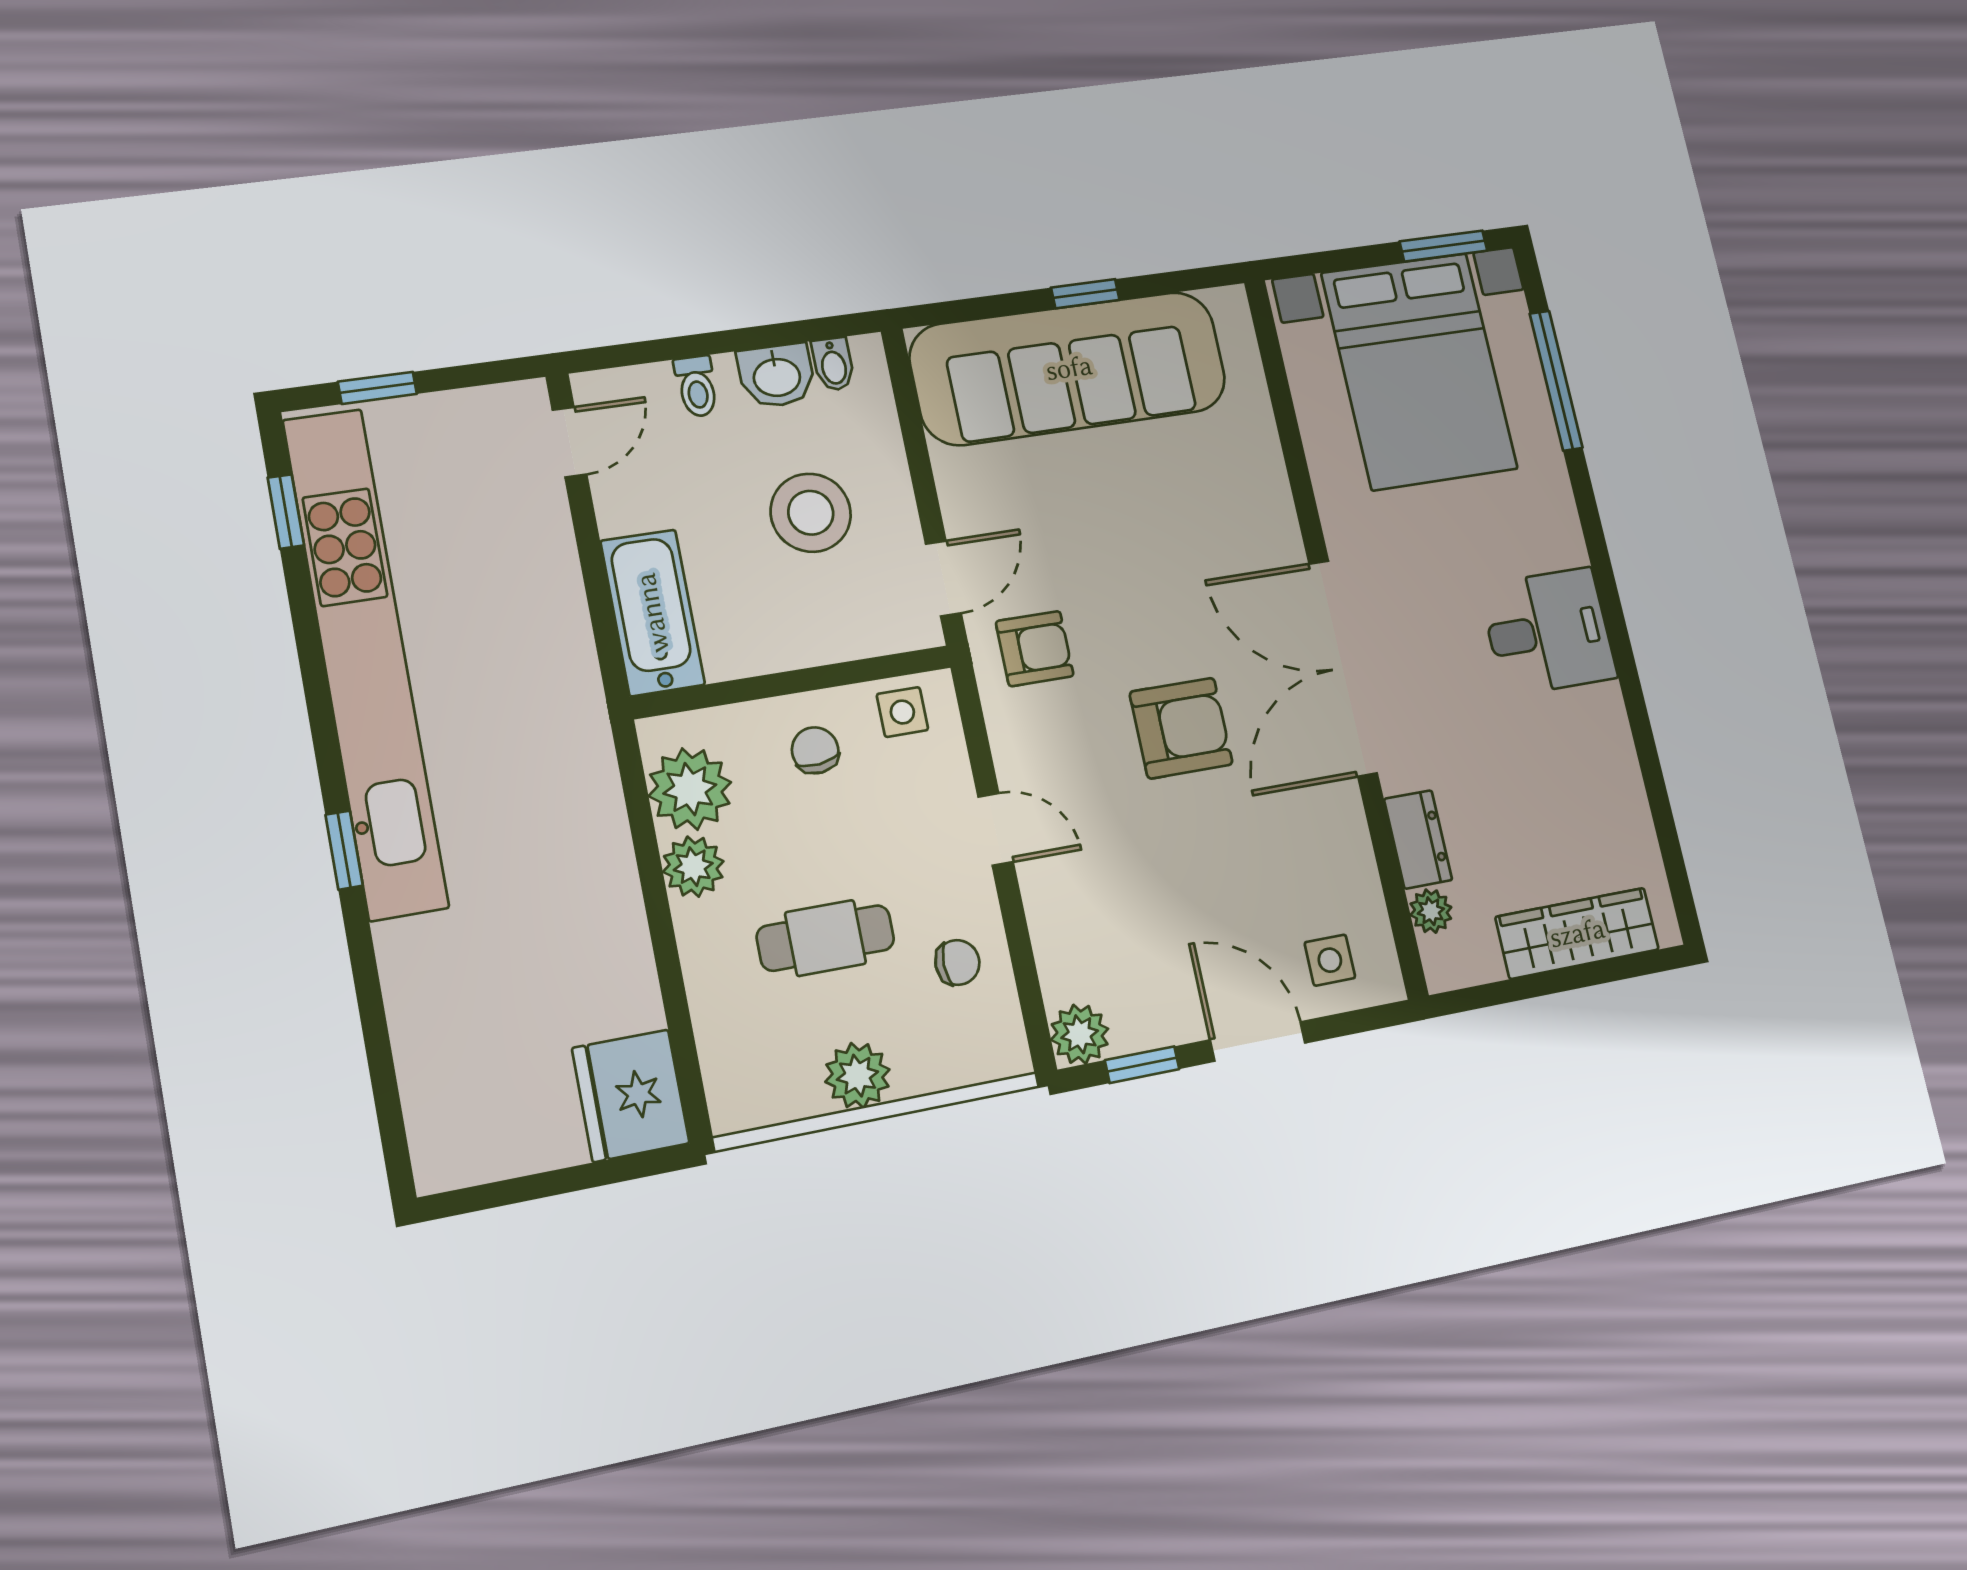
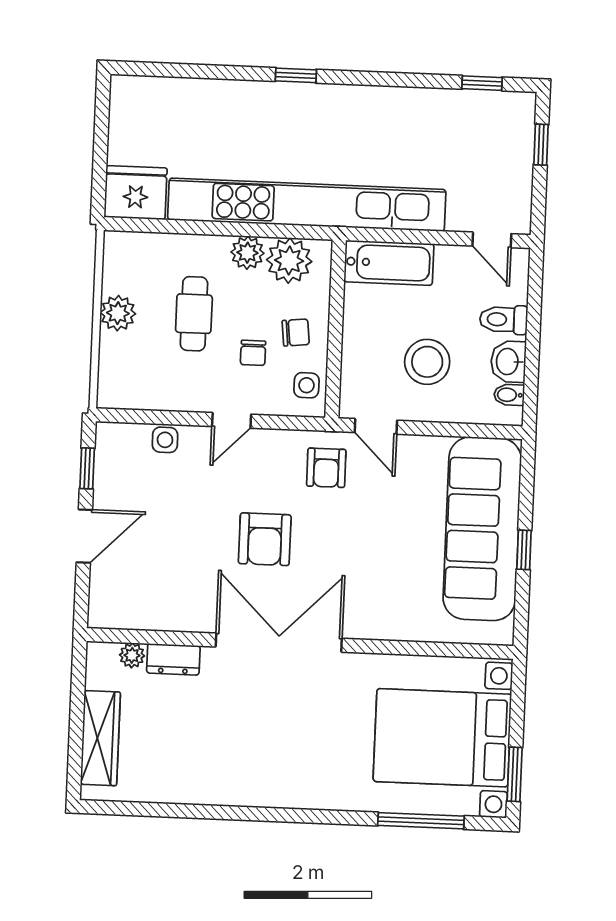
toilet: (697, 386) -> (504, 320), width x1.37, depth x1.39
desk: (1548, 632) -> (274, 772), removed
kitchen unit: (365, 661) -> (307, 205), moved, turned 180
side table: (1330, 960) -> (165, 440), moved
chair: (957, 962) -> (253, 353), moved
plant: (1080, 1034) -> (111, 438), removed

